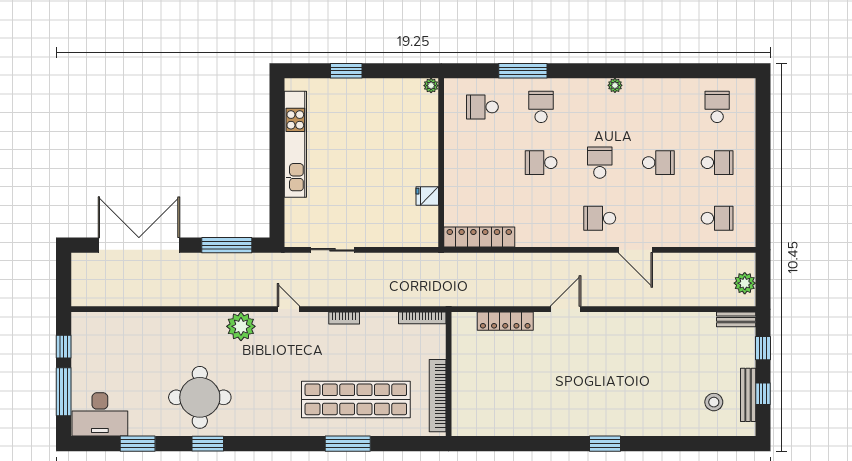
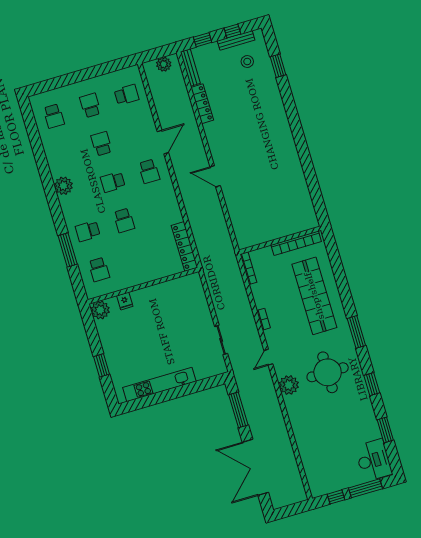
plant: (615, 85) -> (63, 186), width x1.87, depth x1.87
plant: (431, 86) -> (100, 310), width x1.87, depth x1.87
school desk: (717, 107) -> (54, 116), turned -90
fridge: (427, 196) -> (125, 301), moved
school desk: (717, 218) -> (127, 95), turned 90
bench: (736, 319) -> (190, 67), width x1.36
locker: (505, 321) -> (202, 104), moved
round table: (200, 397) -> (328, 372), moved
window: (348, 444) -> (356, 332), moved
window: (605, 444) -> (278, 66), moved

